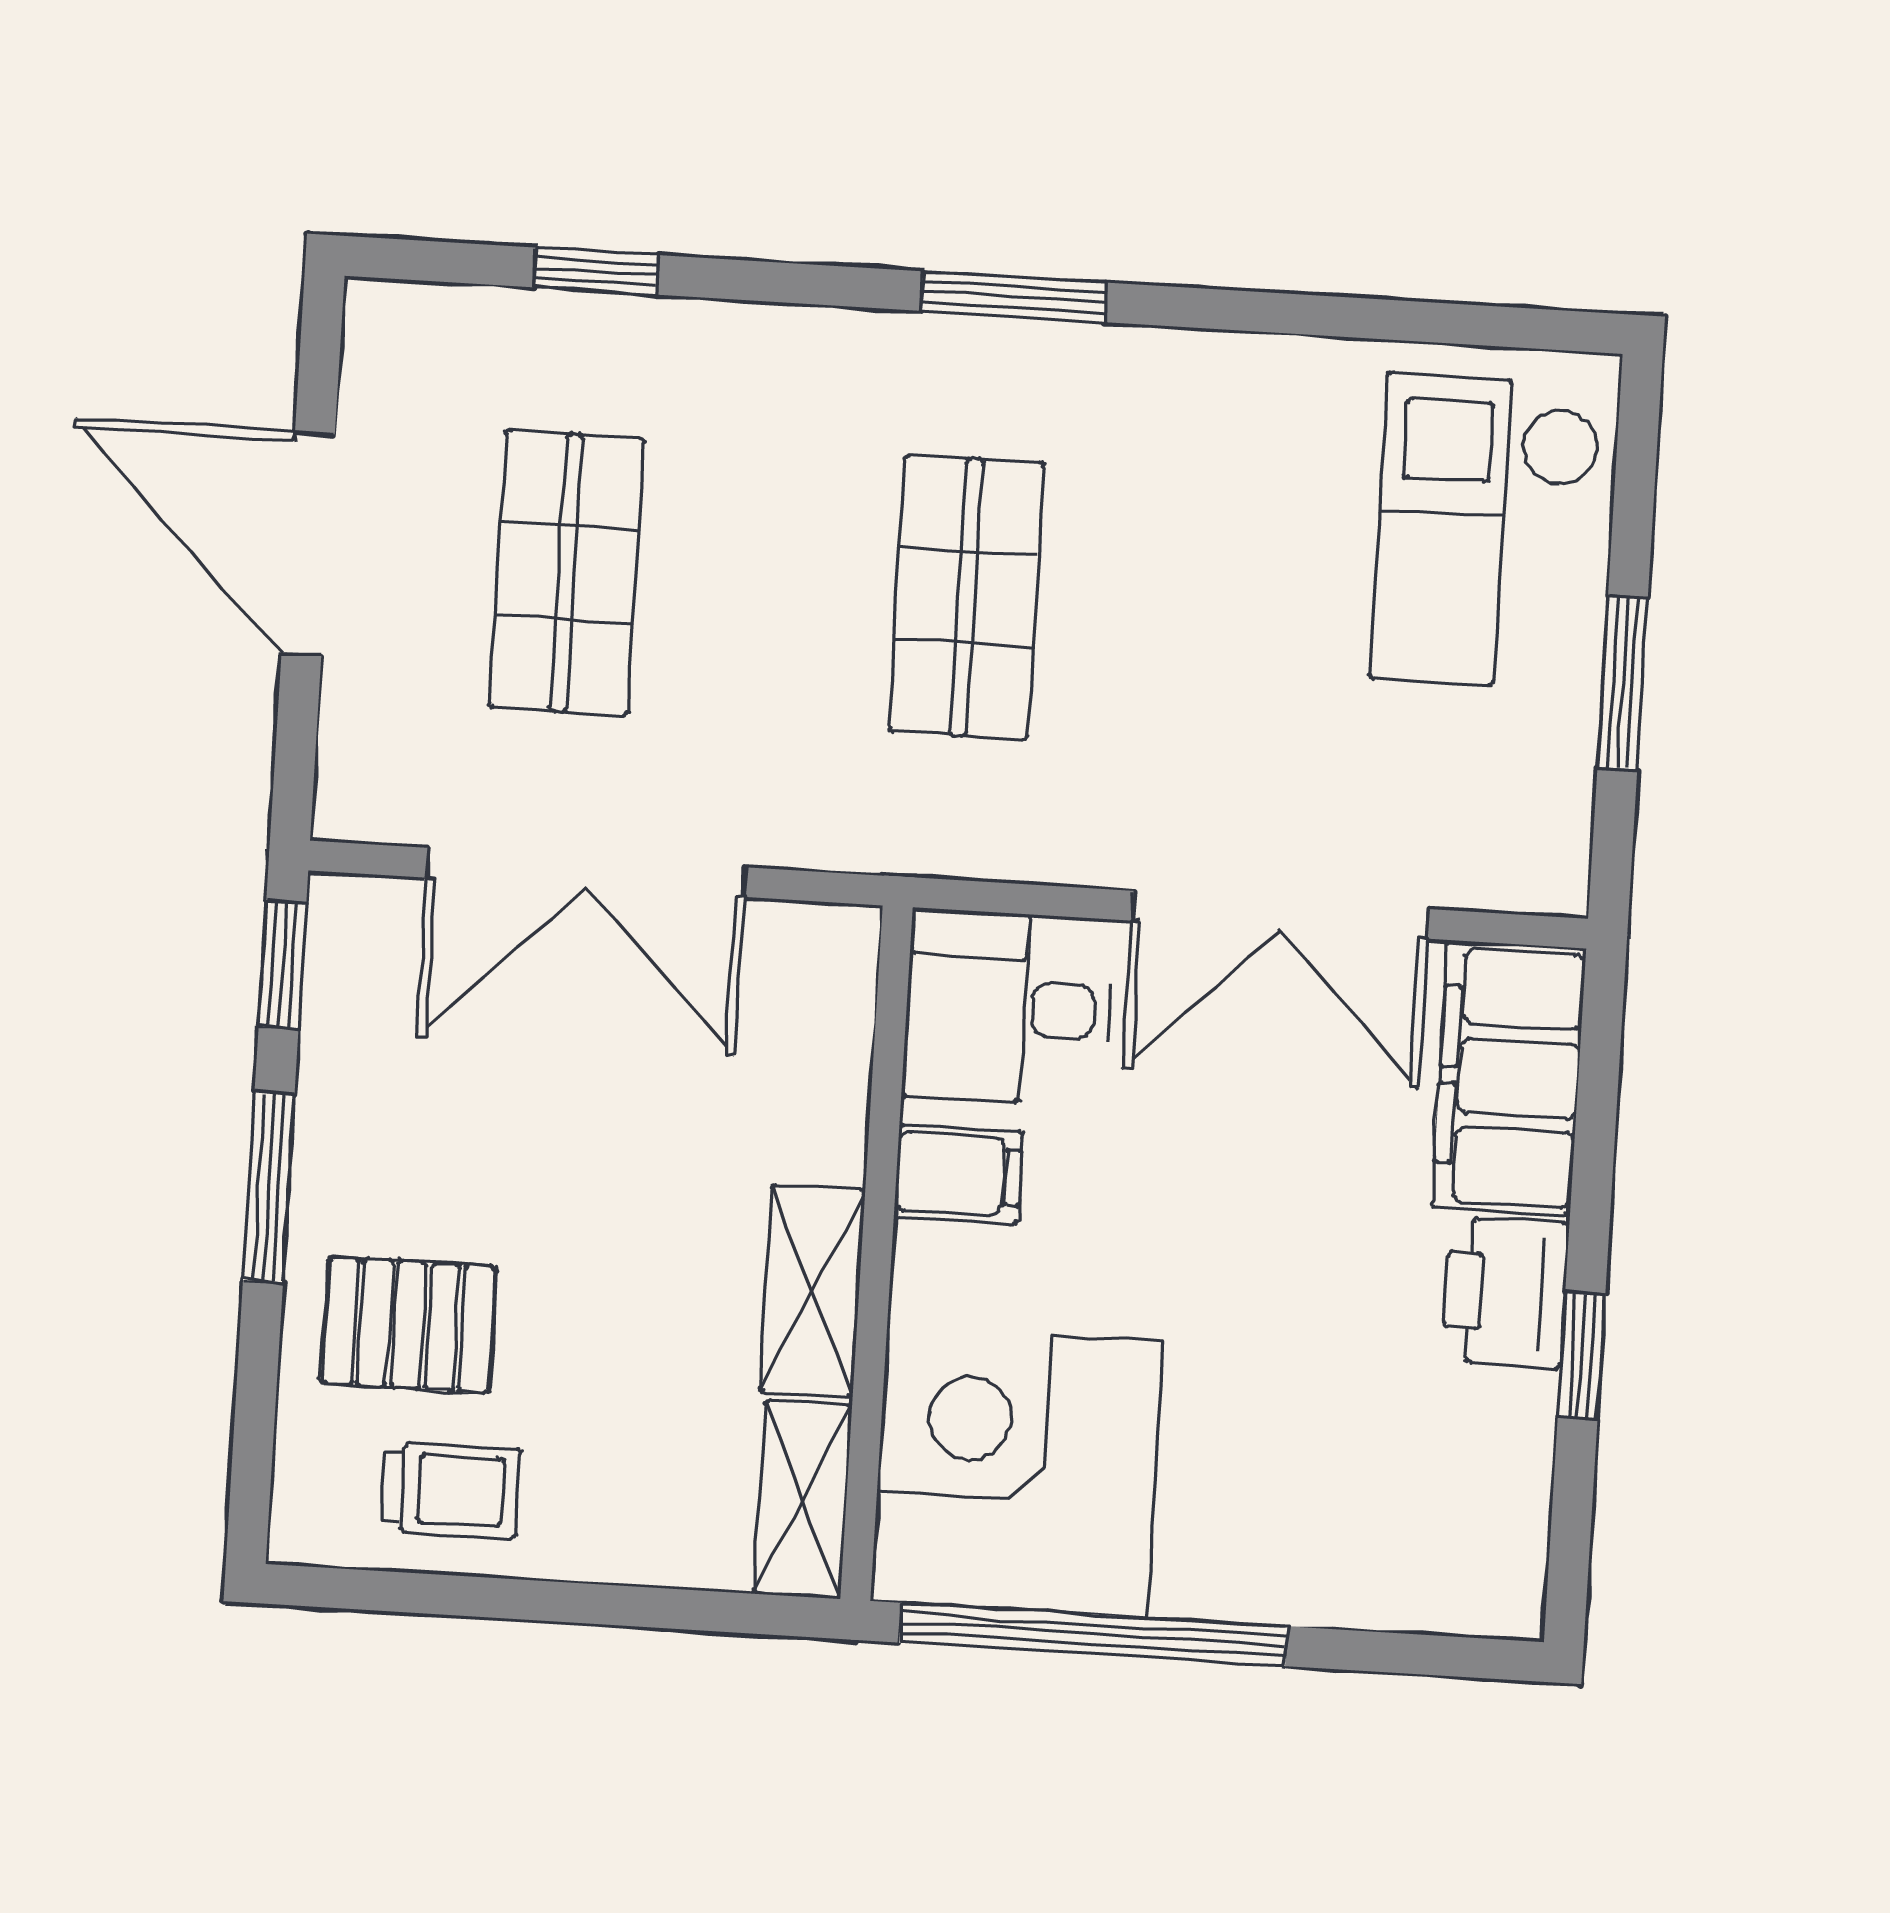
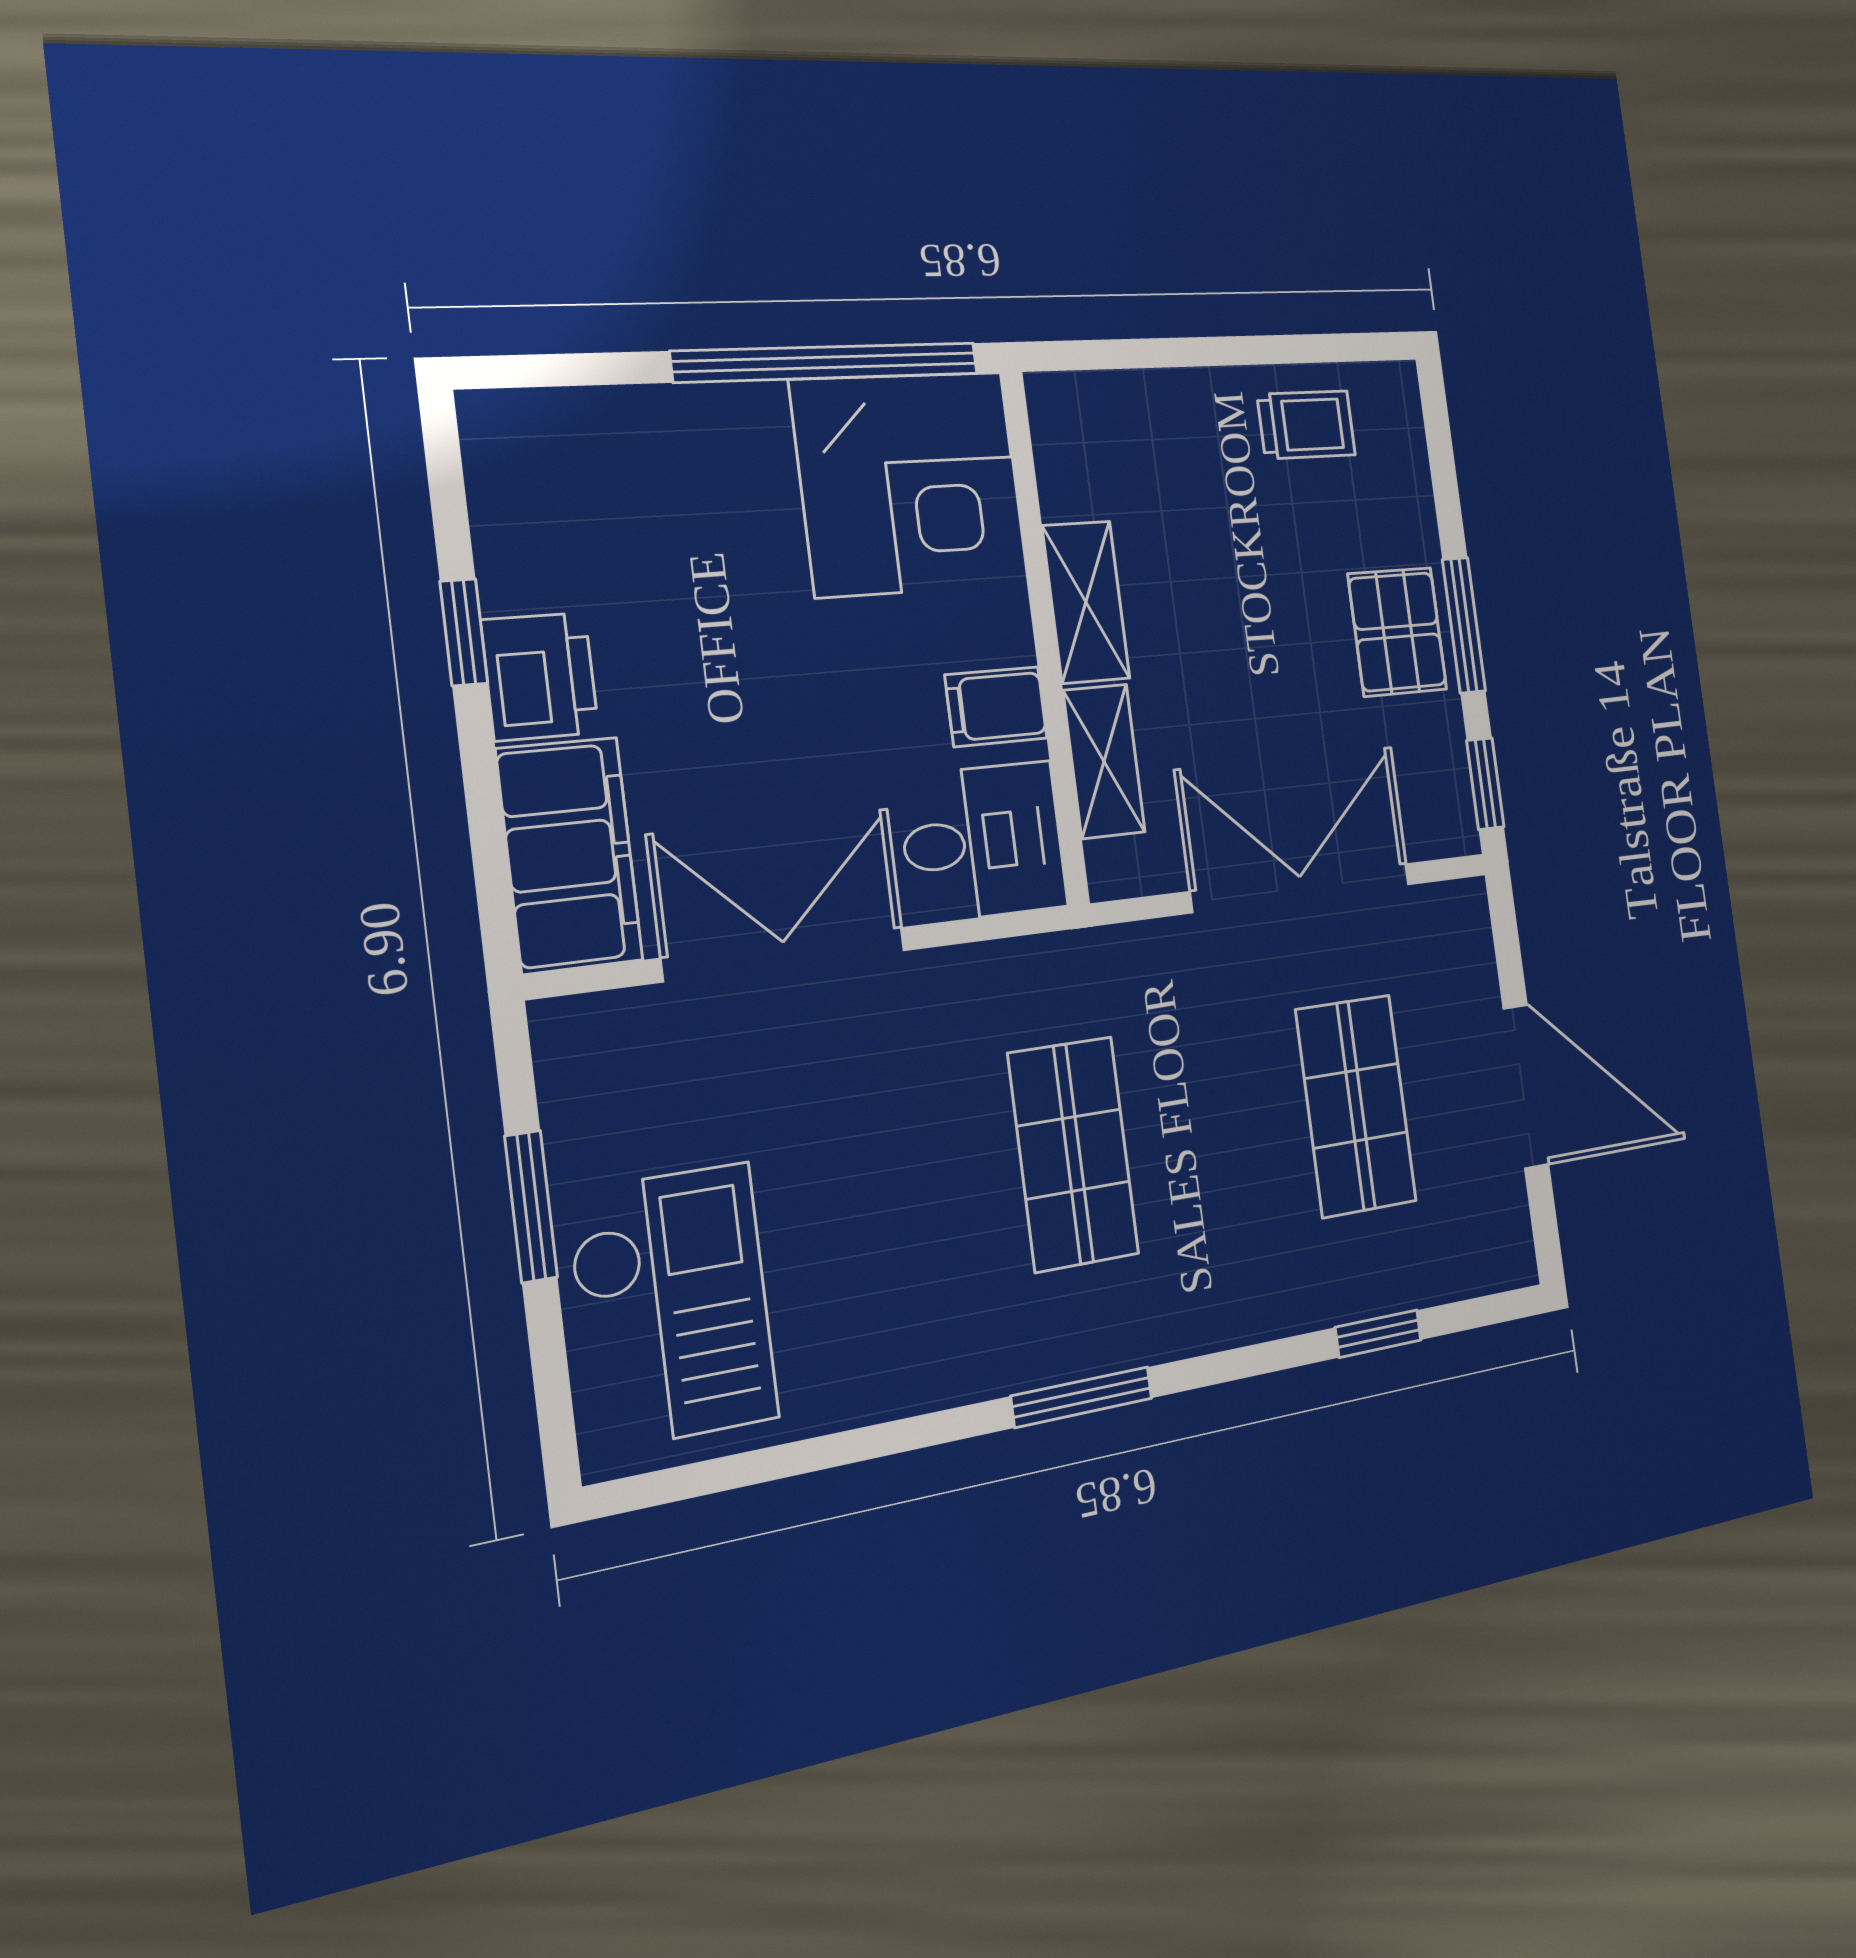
pallet: (409, 1325) -> (1397, 632), moved, turned 90
trolley: (451, 1490) -> (1306, 425), turned 180
shelving: (803, 1500) -> (1104, 761), moved

